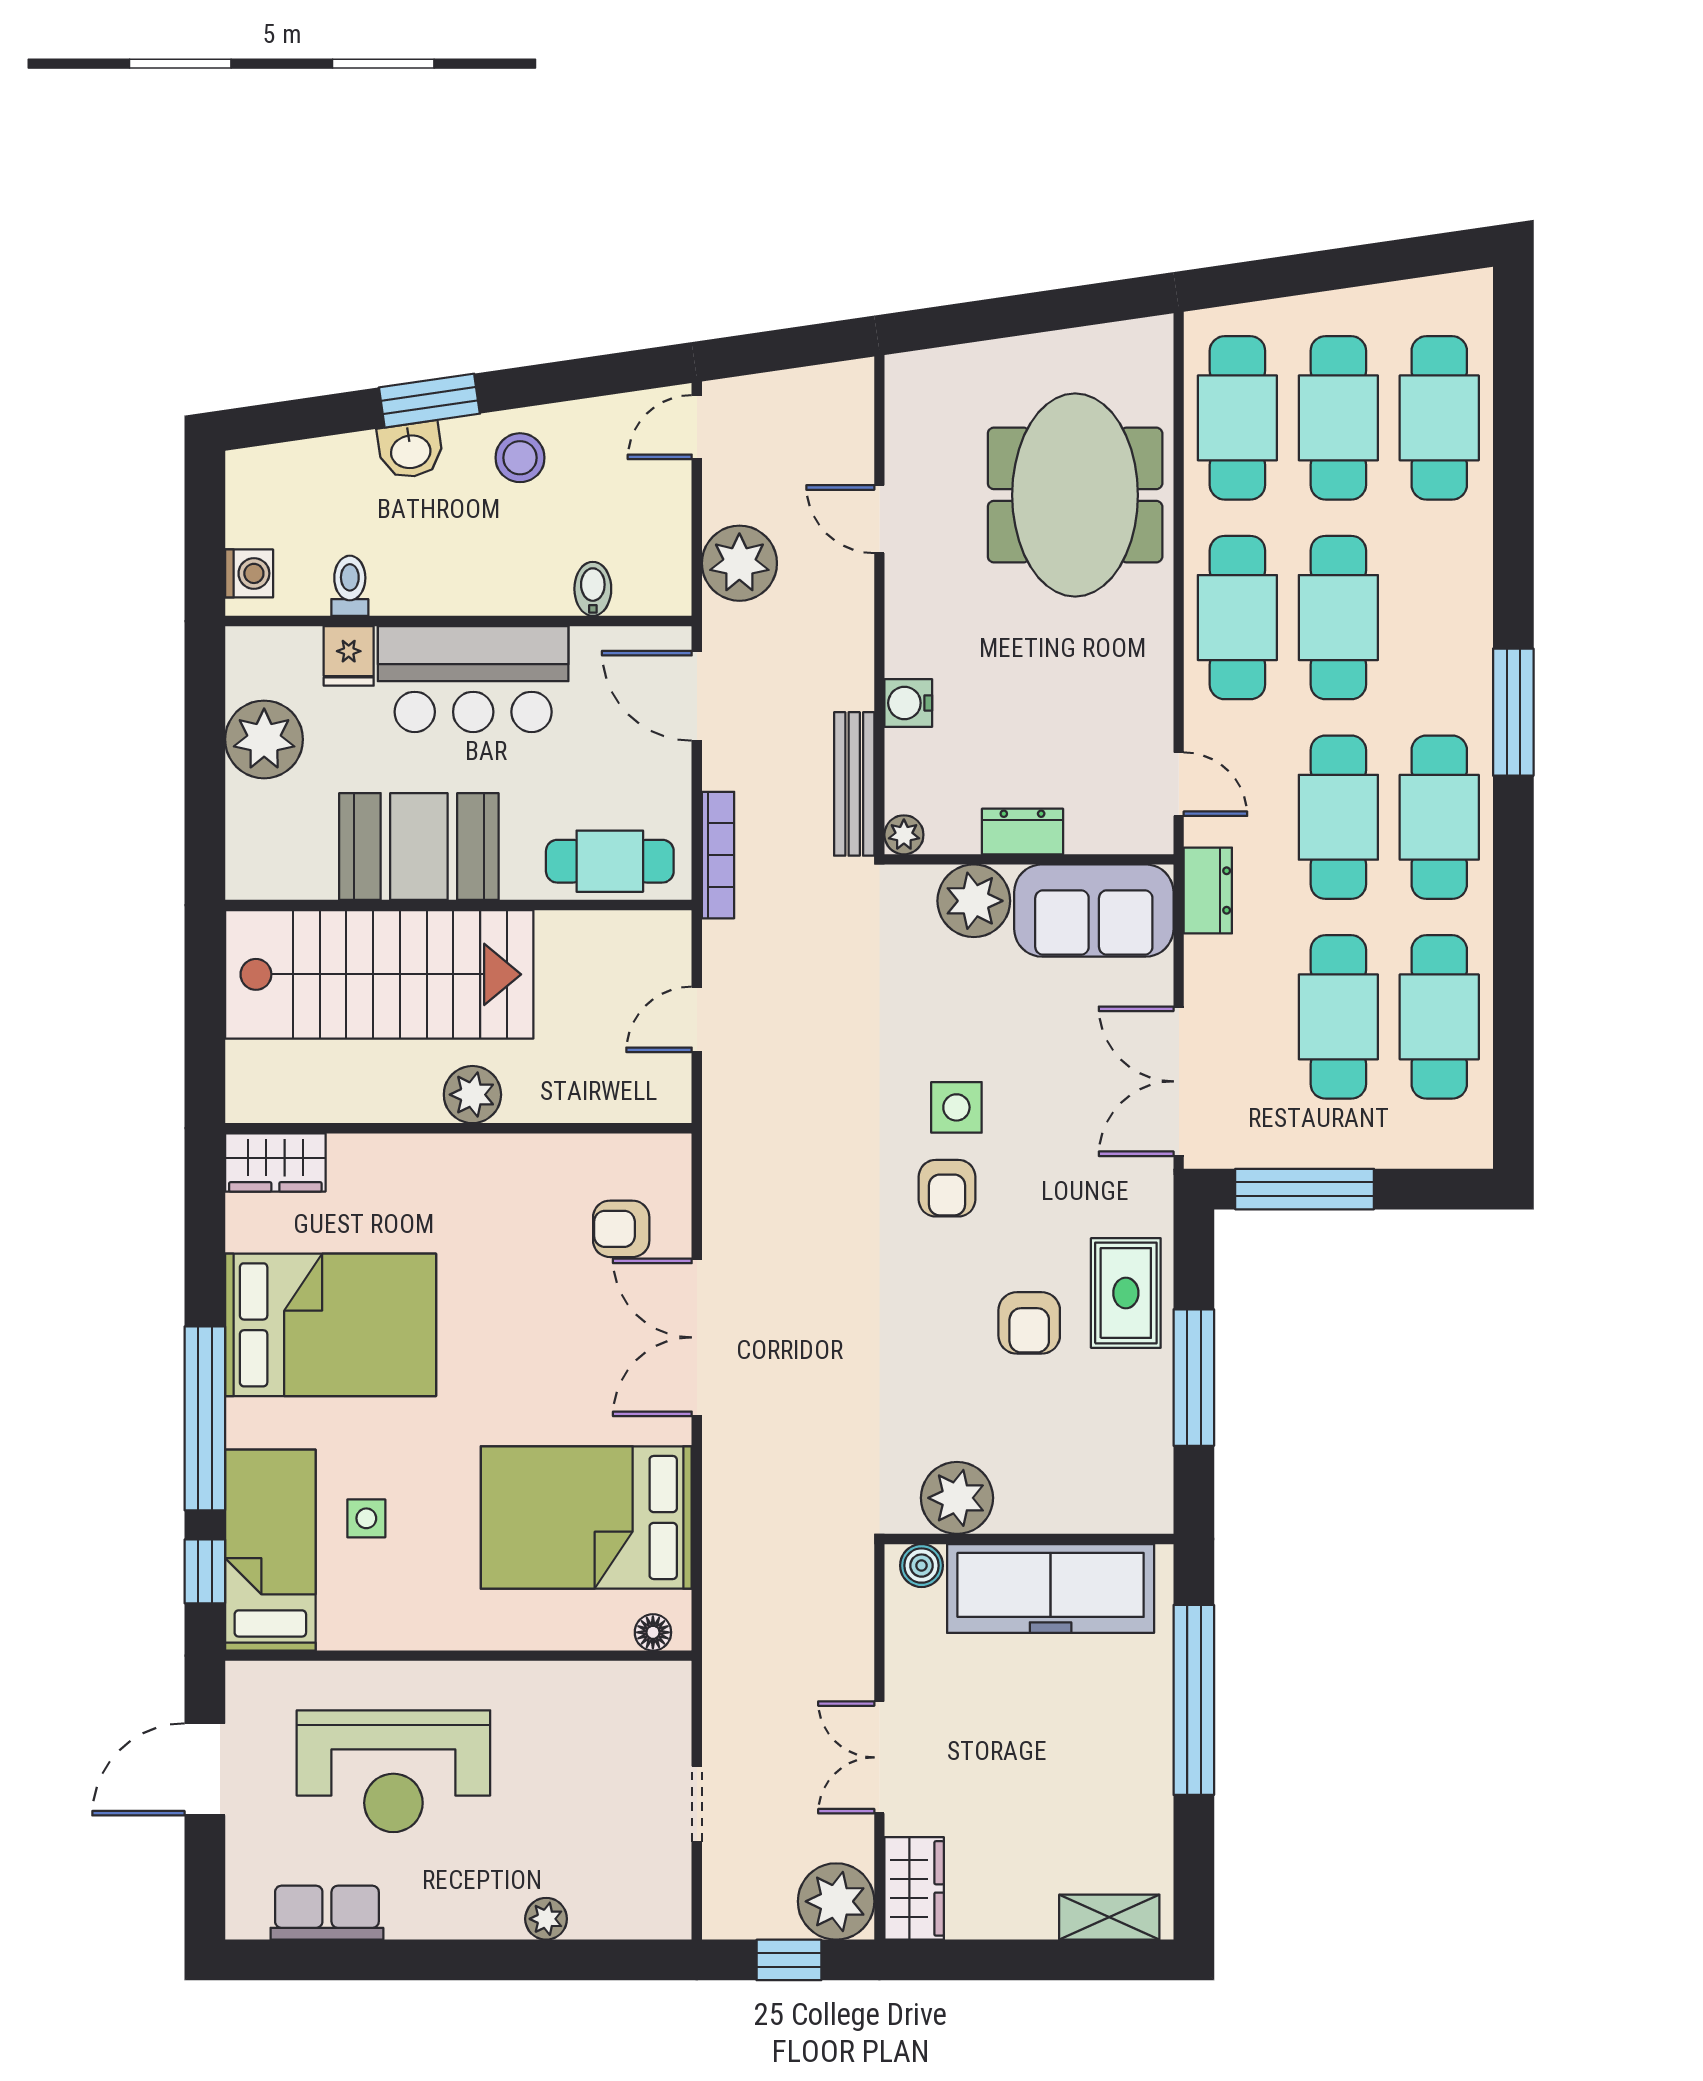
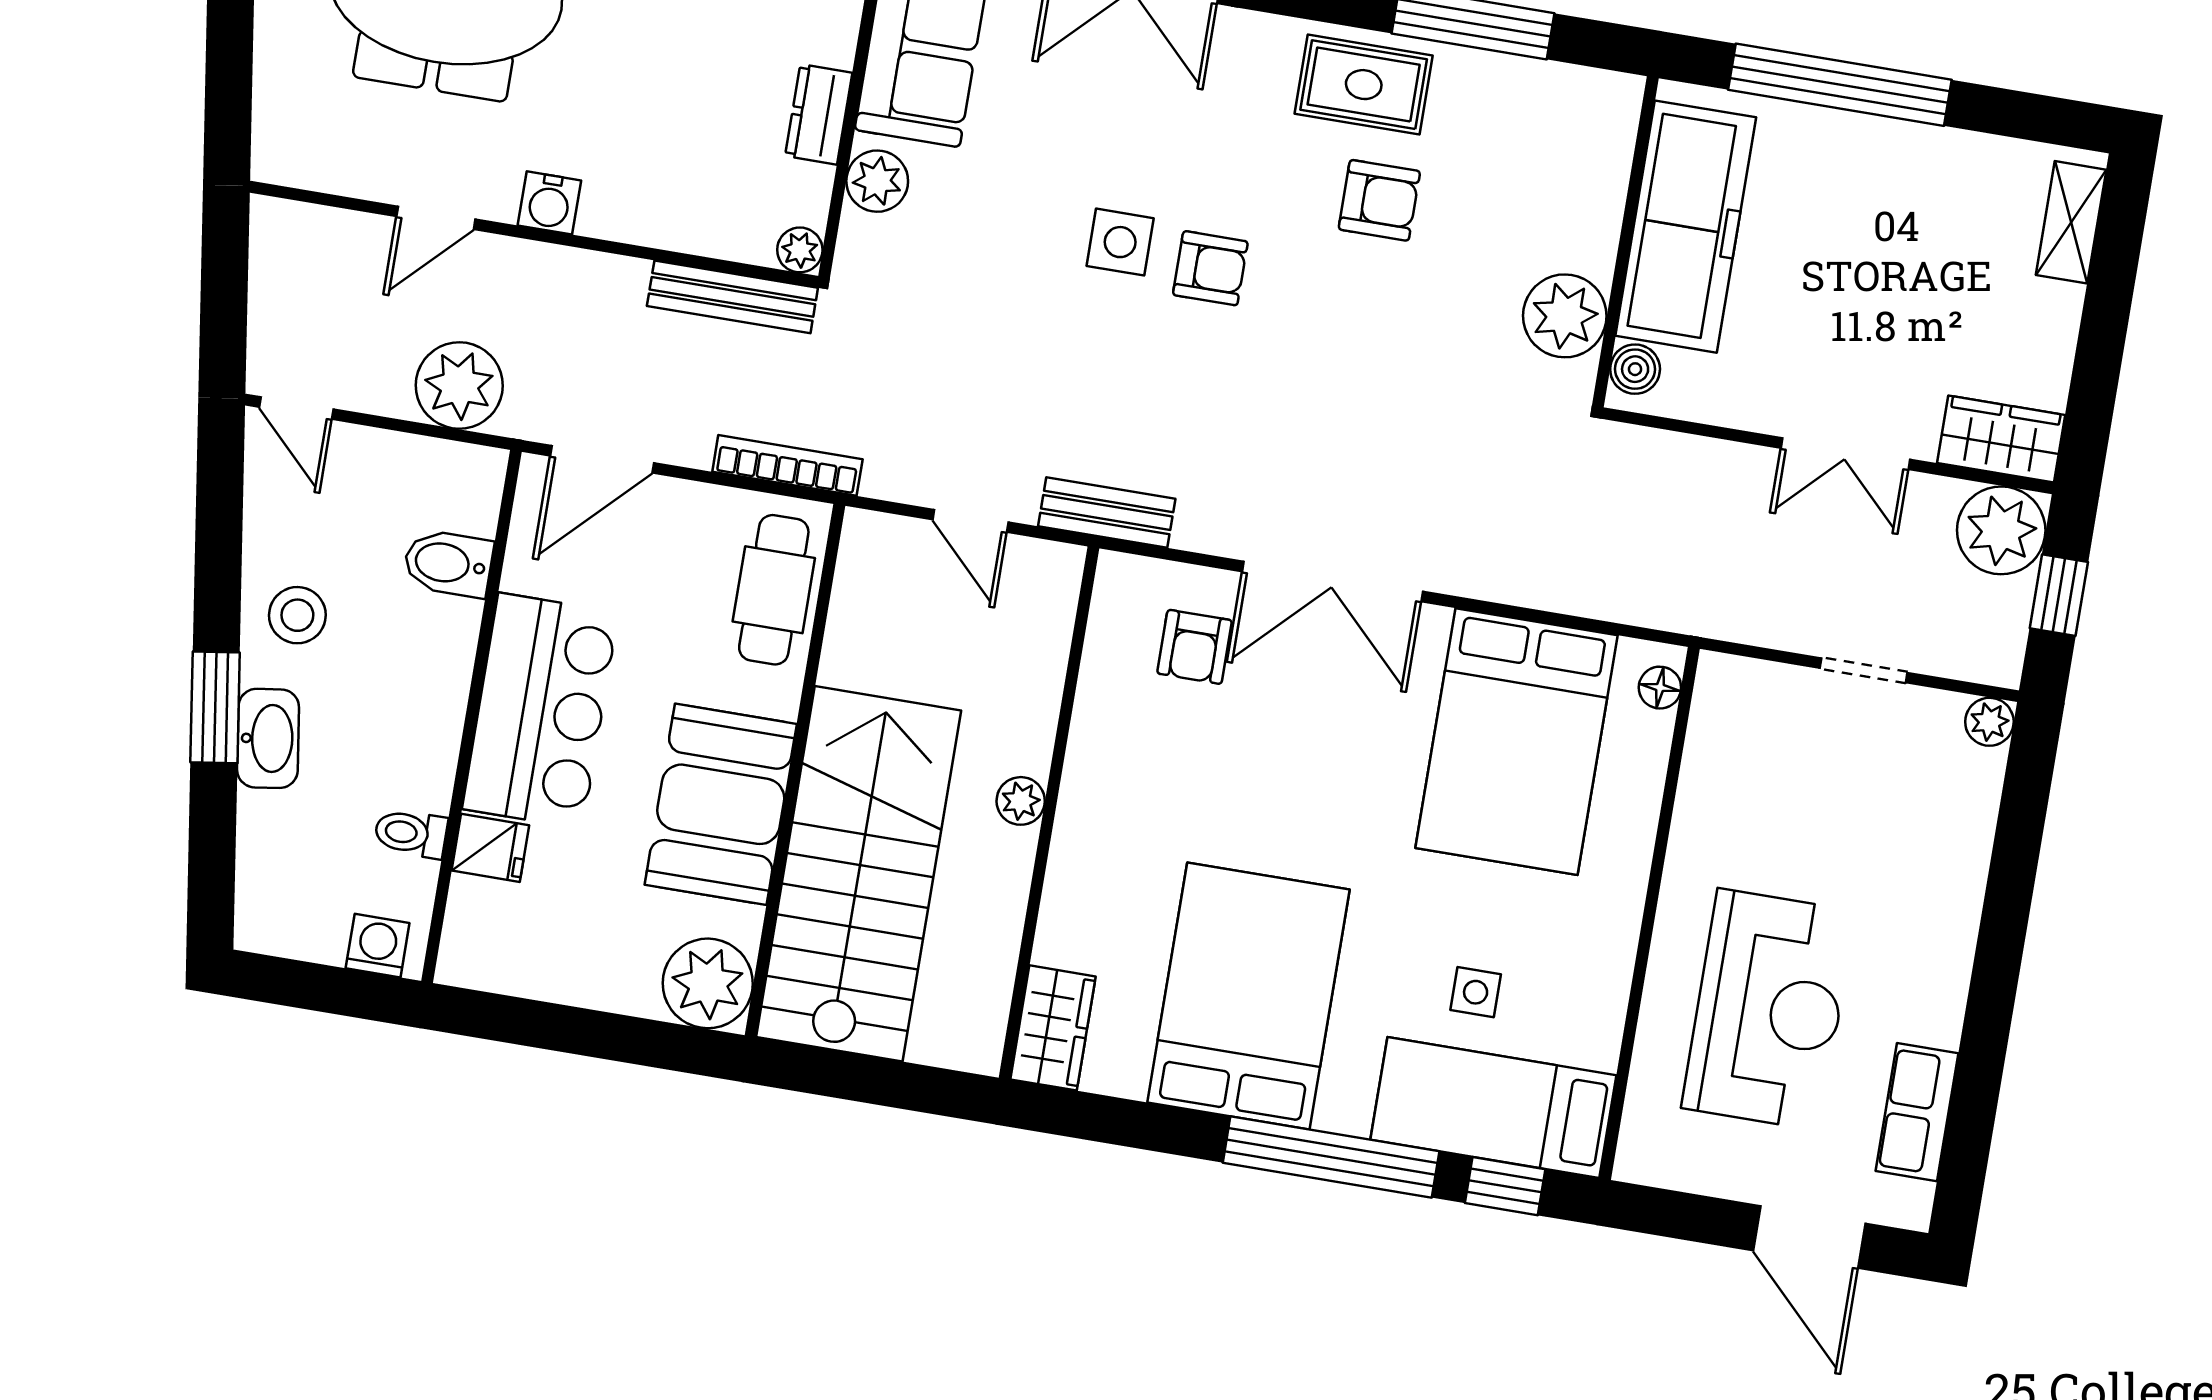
washbasin: (410, 450) -> (268, 738), width x1.38
bidet: (593, 589) -> (448, 563), width x1.38, depth x1.36
water cooler: (908, 703) -> (549, 203), moved
plant: (264, 739) -> (708, 983), moved
plant: (974, 901) -> (877, 181), width x0.73, depth x0.73
plant: (472, 1095) -> (1021, 801), width x0.73, depth x0.73
bench: (723, 1135) -> (1107, 513), added
door: (205, 1769) -> (1809, 1237), moved
plant: (546, 1919) -> (1989, 722), moved

